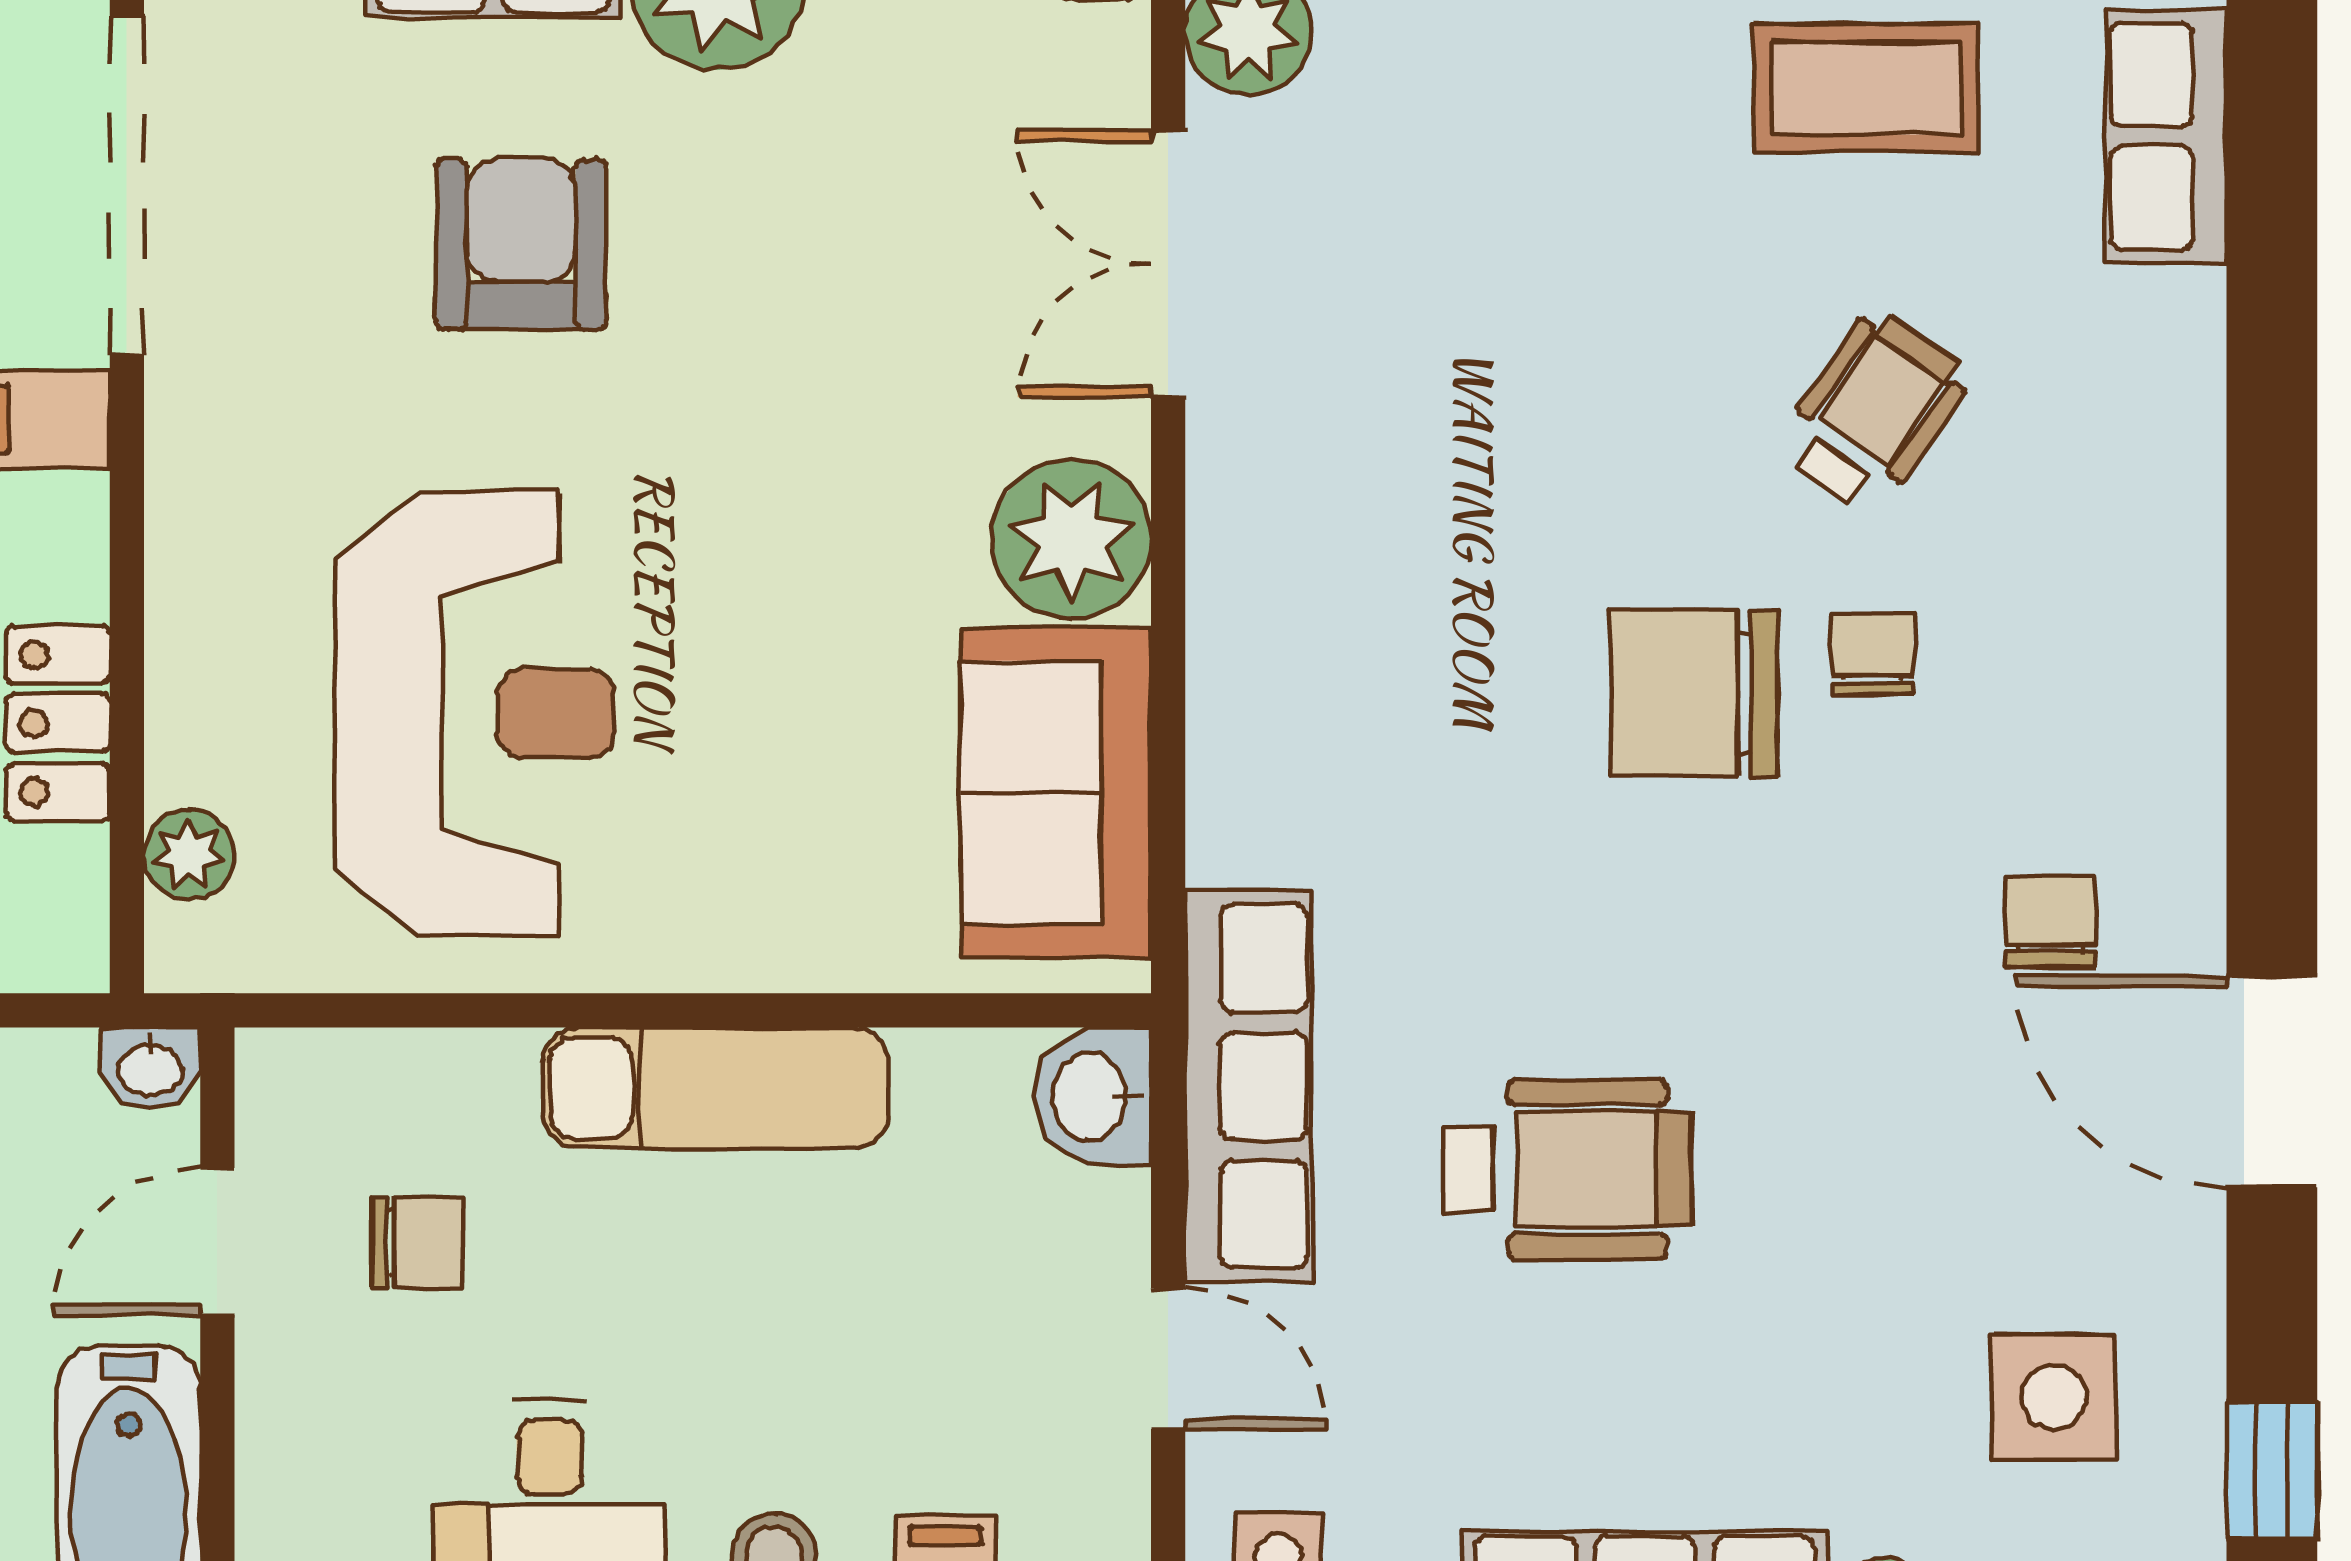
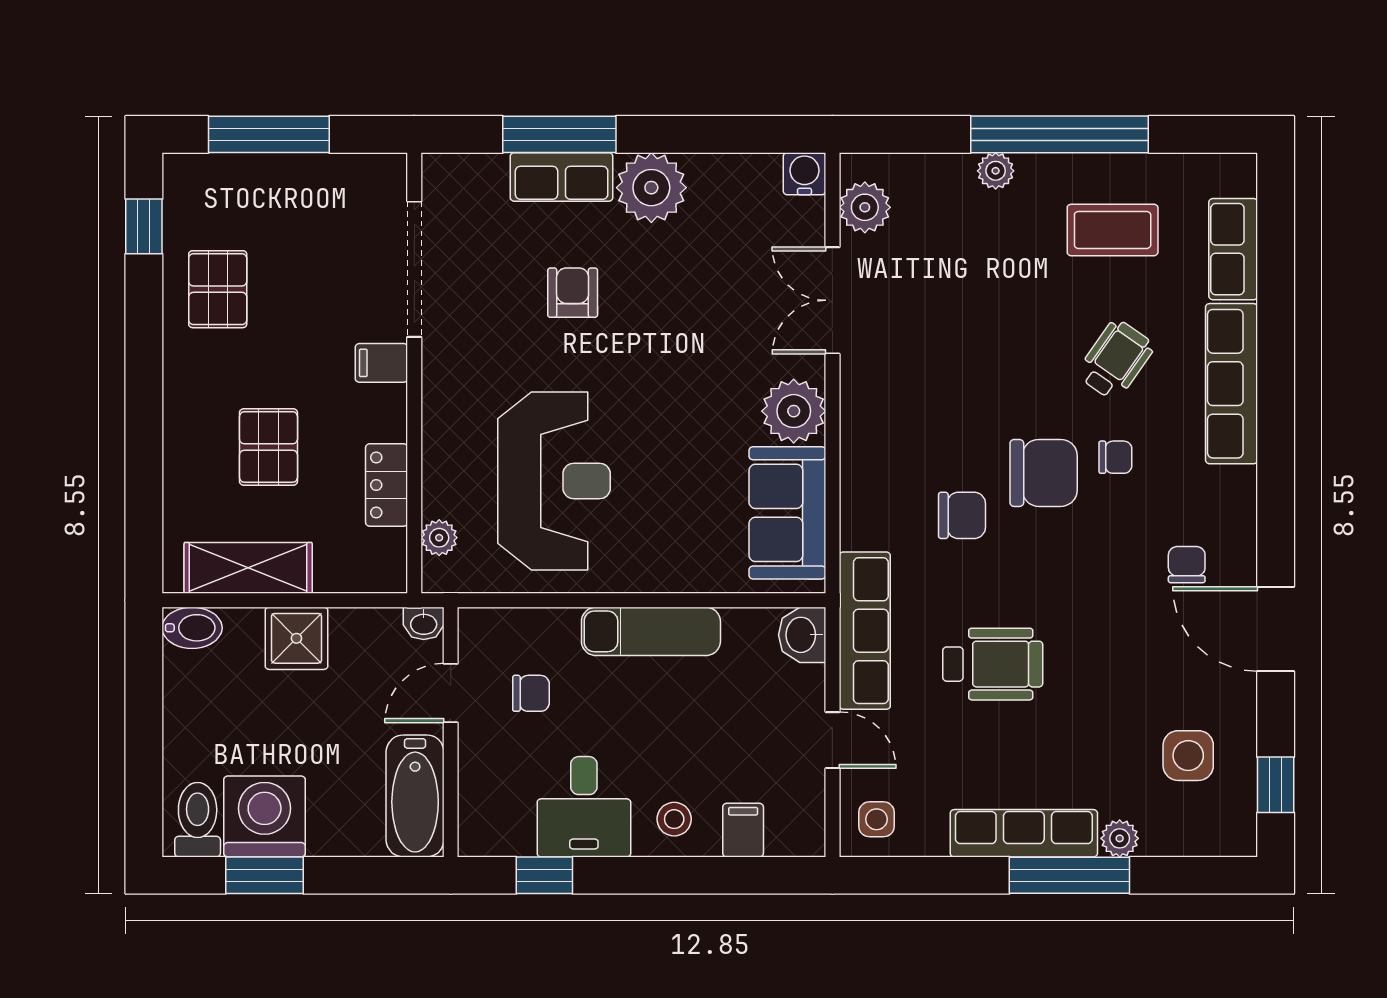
armchair: (521, 244) -> (573, 293), width x0.72, depth x0.72
row of seats: (2162, 471) -> (1232, 384), added
chair: (1873, 654) -> (1115, 457), turned 90
chair: (1694, 693) -> (1044, 473), turned 180
chair: (1491, 799) -> (962, 515), added

